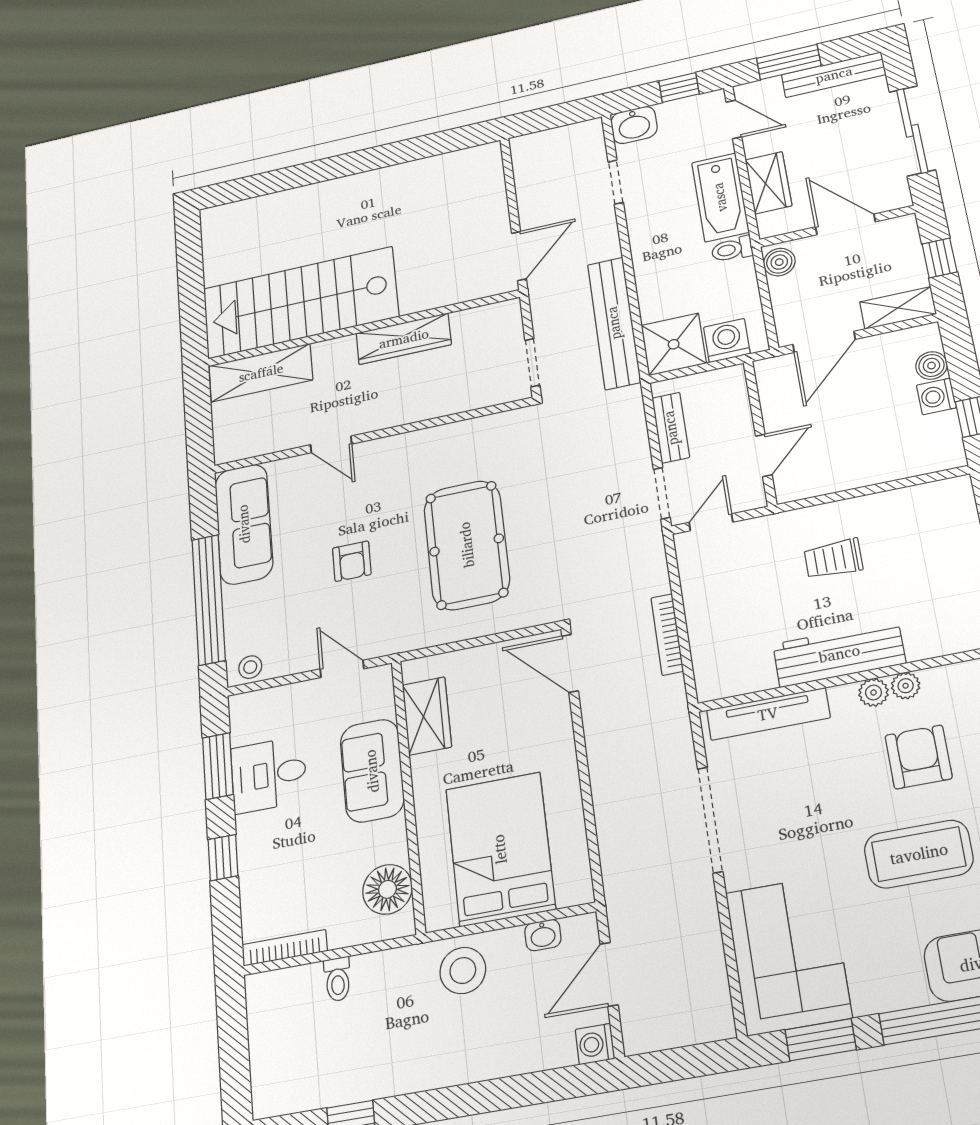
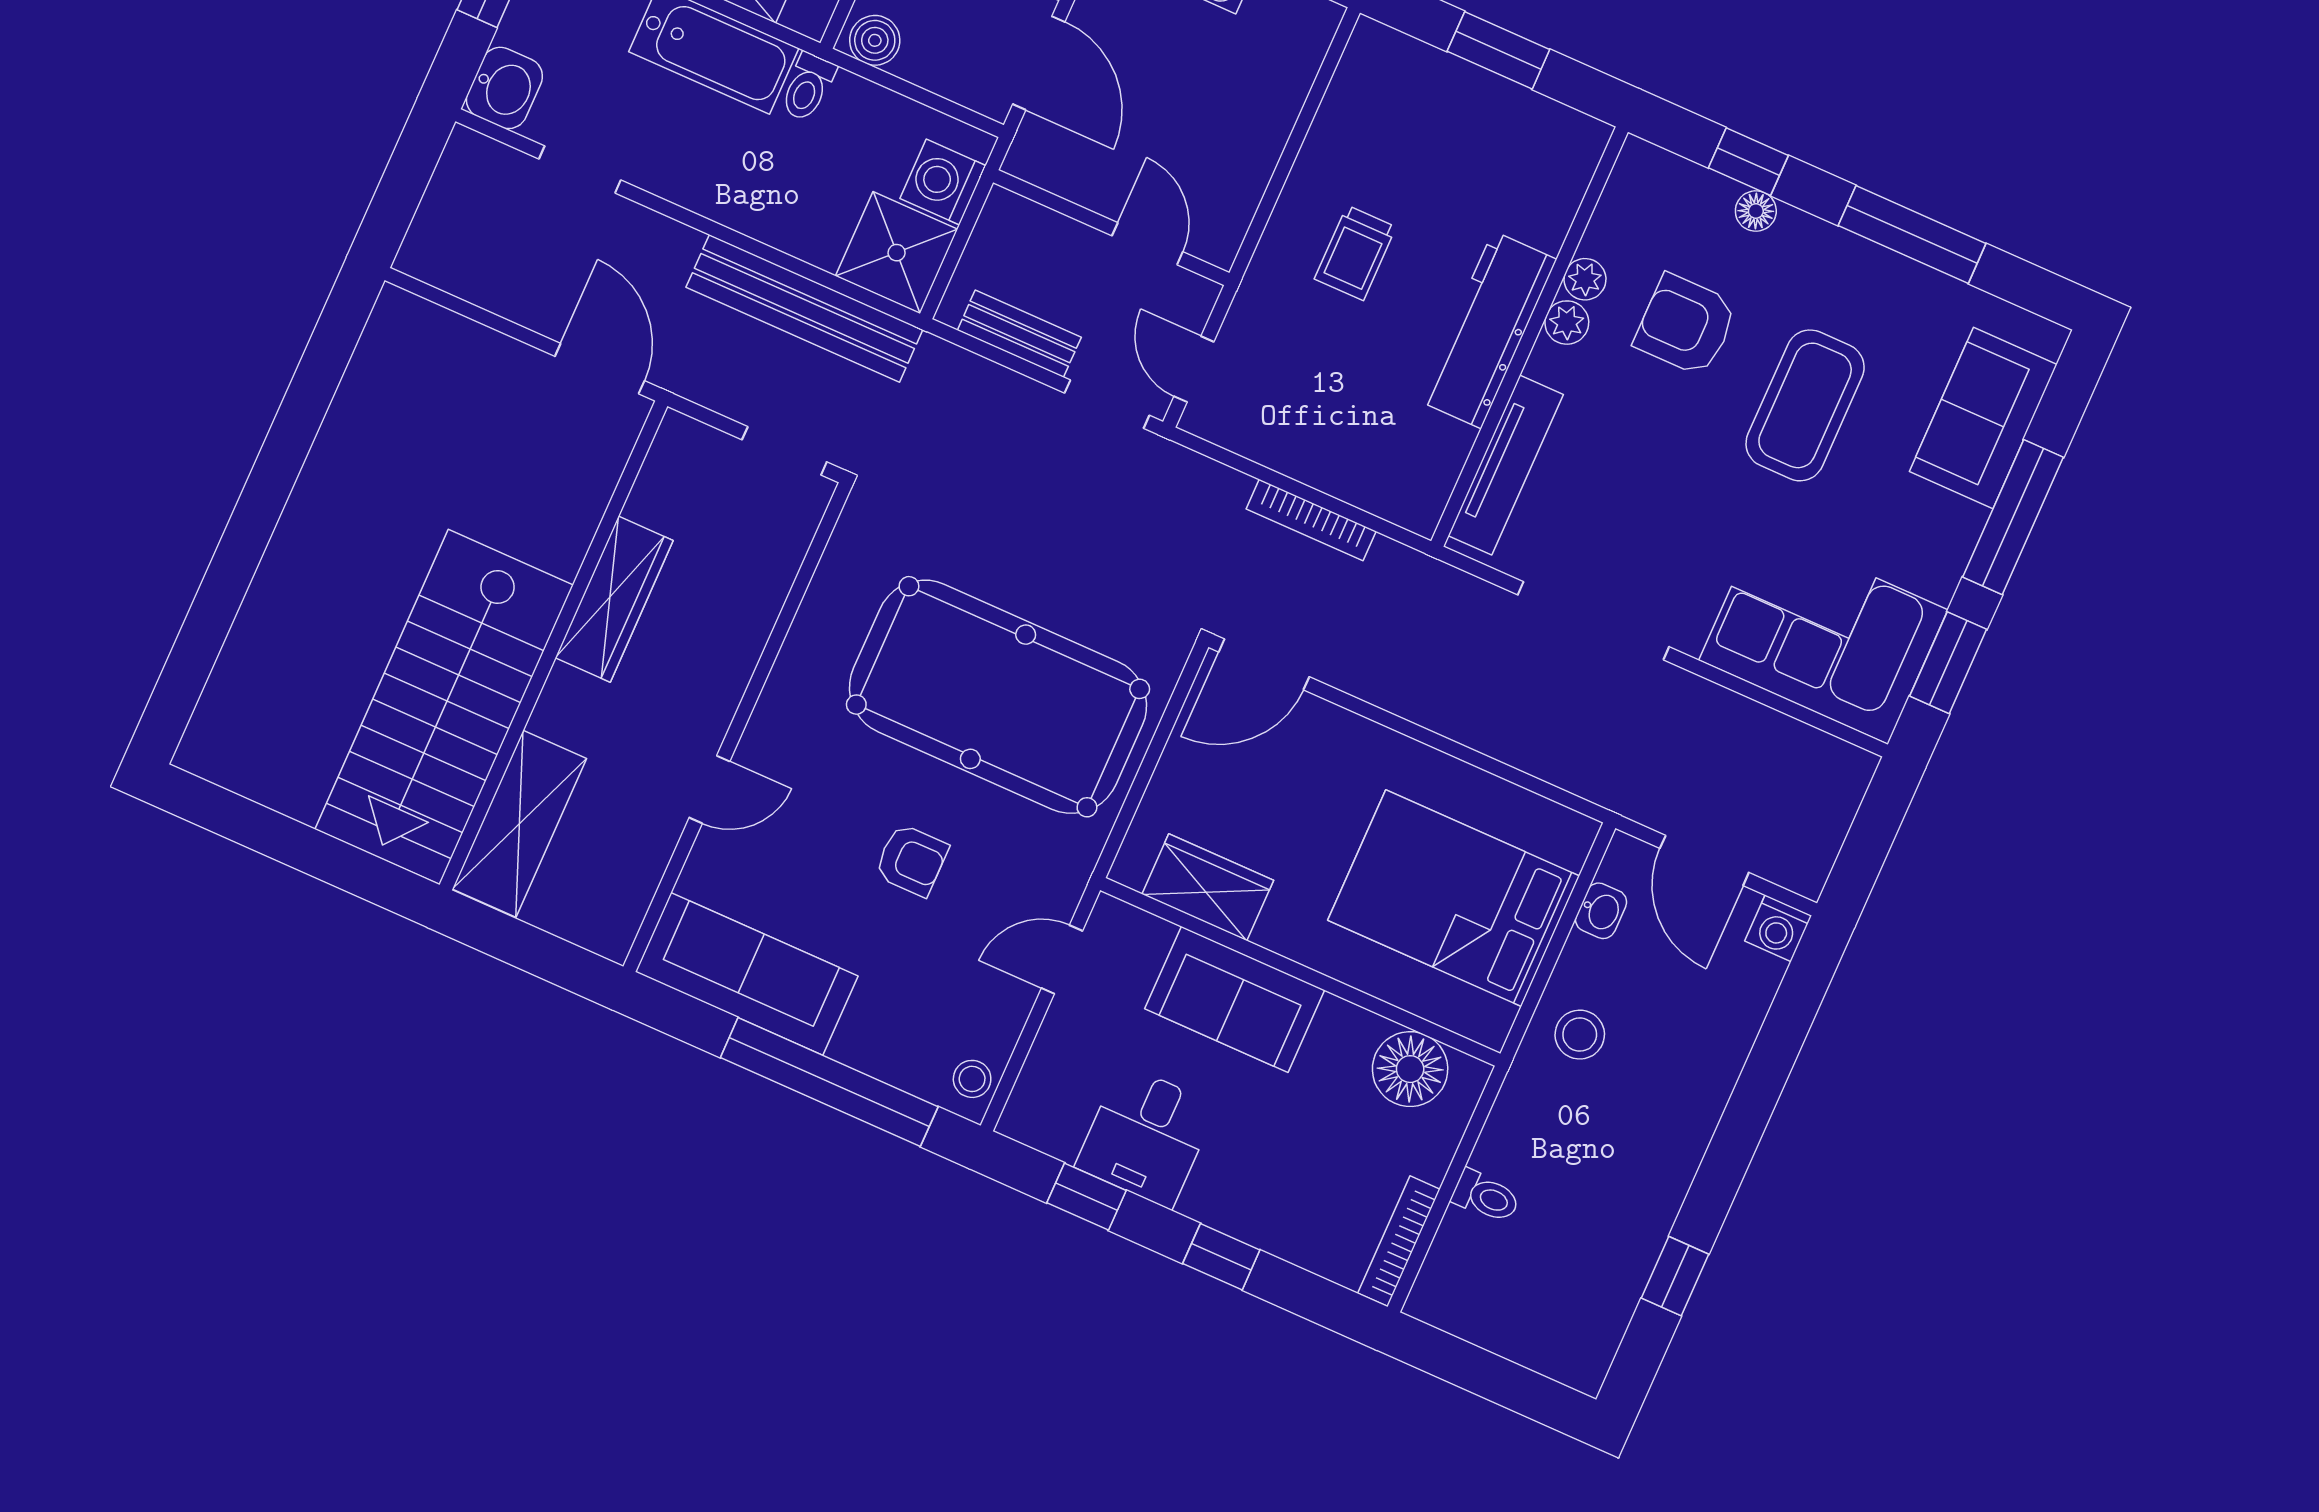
pool table: (467, 545) -> (998, 697), width x1.36, depth x1.32
window: (218, 766) -> (1087, 1197), width x0.67
stool: (463, 970) -> (1580, 1035), width x0.73, depth x0.73

